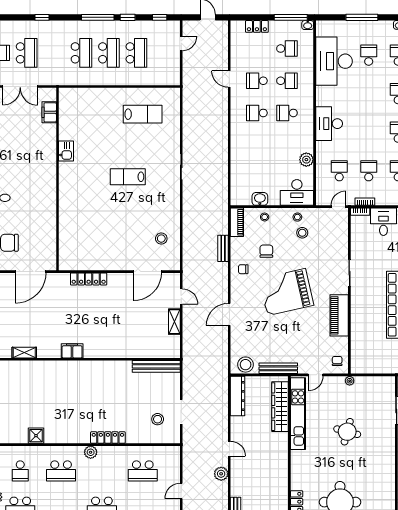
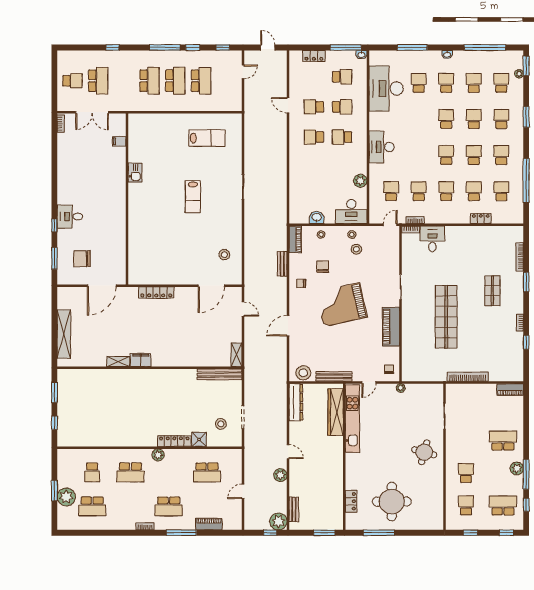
filing cabinet: (49, 112) -> (119, 141), width x0.50
lab bench: (128, 177) -> (193, 197), turned -90
shelving: (174, 322) -> (236, 355), moved
shelving: (24, 353) -> (118, 362), moved
round table: (347, 432) -> (424, 452), moved
shower: (36, 436) -> (199, 439), moved

